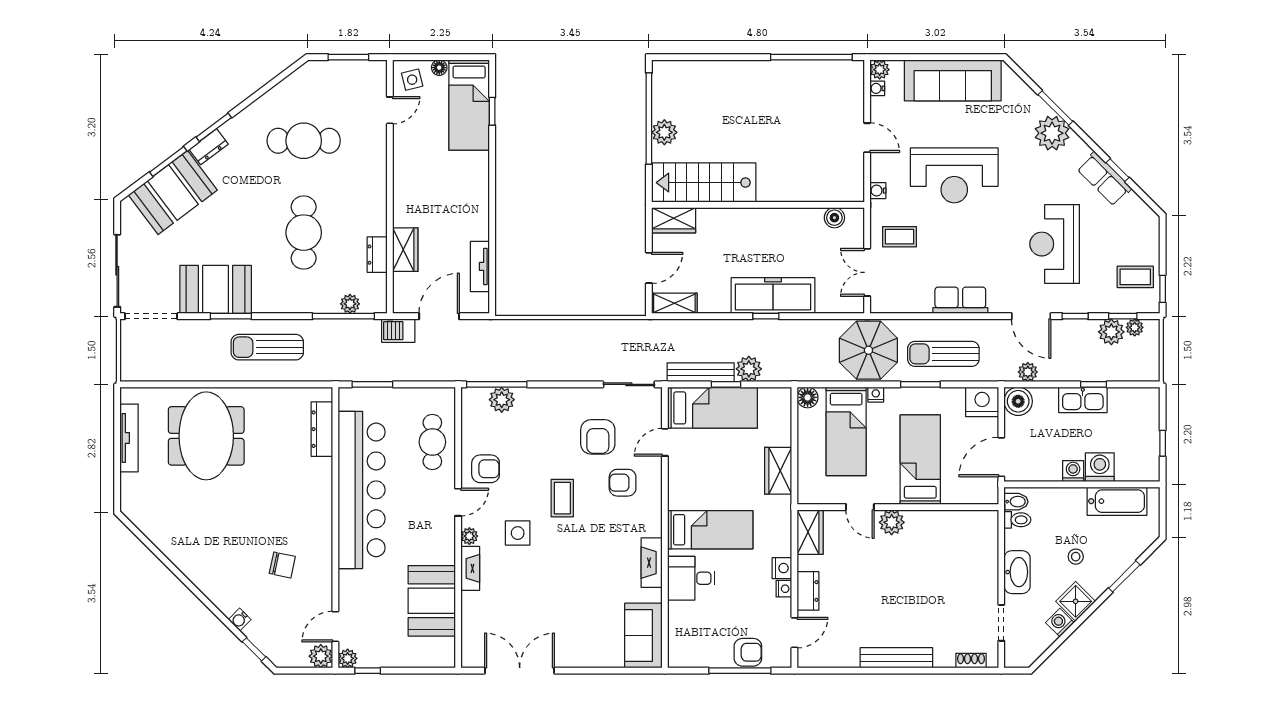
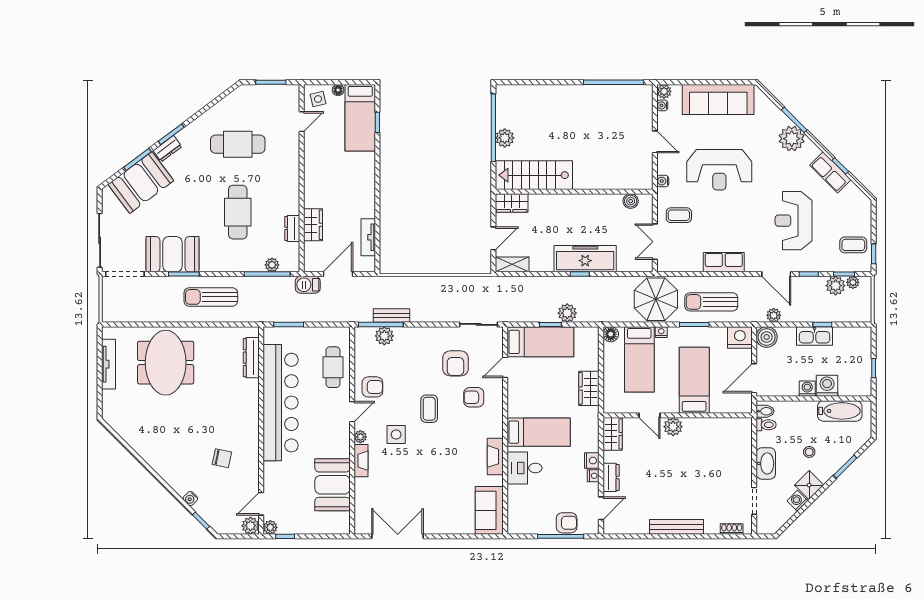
bench: (701, 372) -> (391, 316), moved, width x0.73

